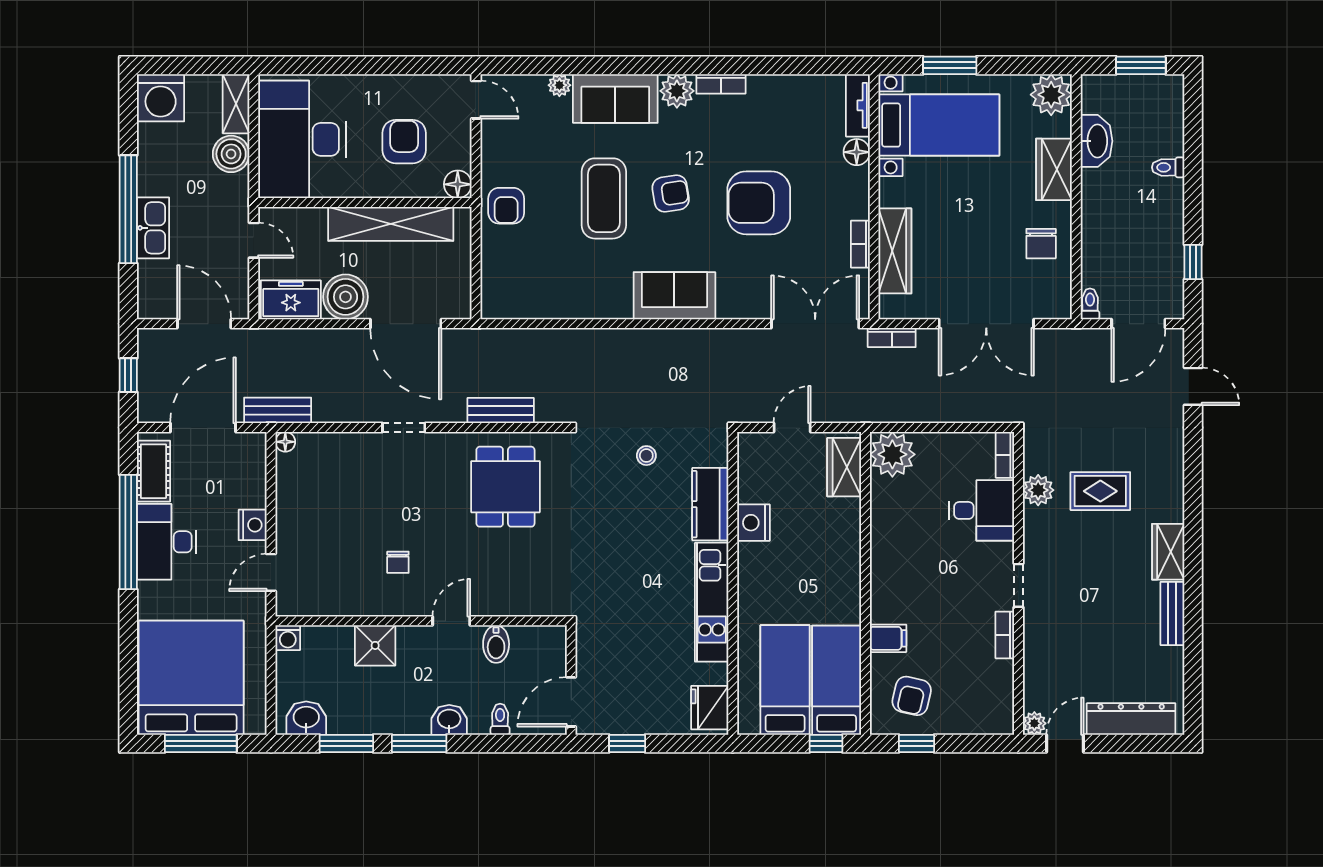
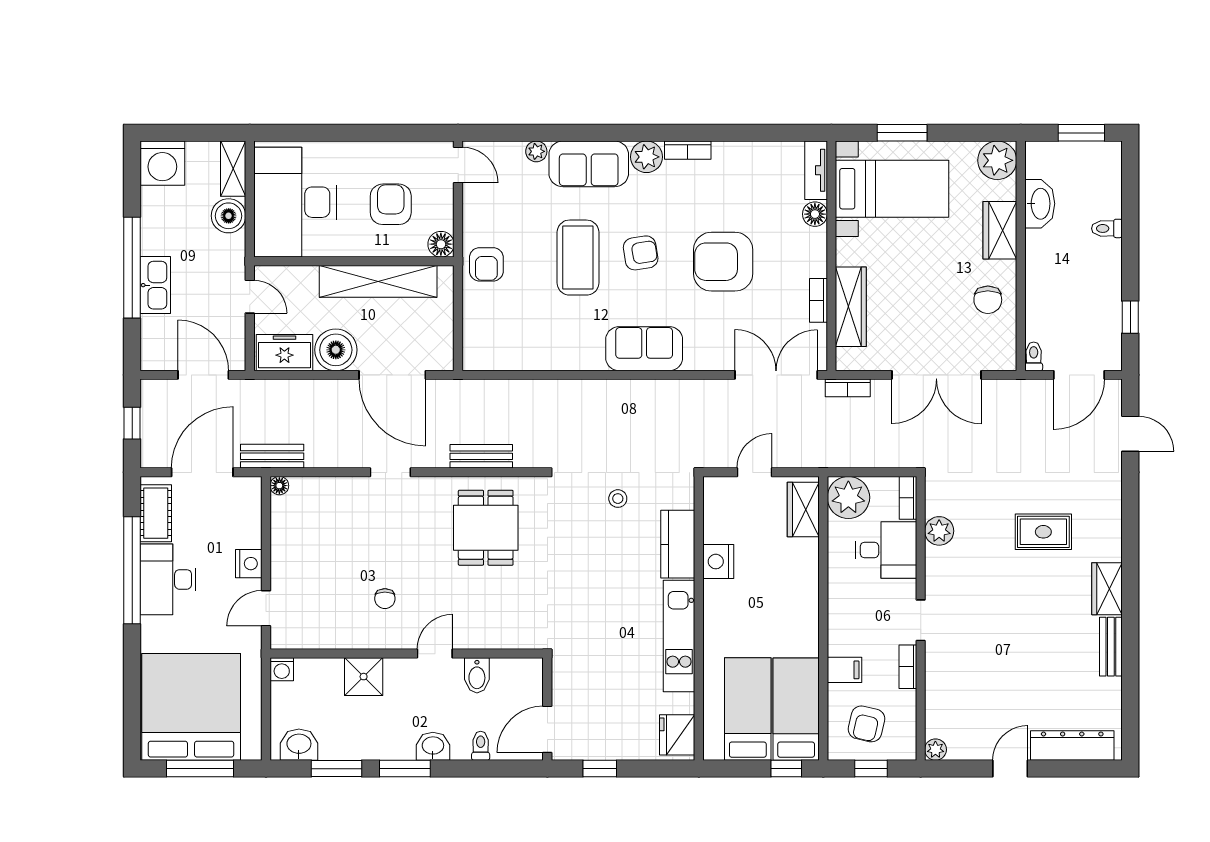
bookcase: (1005, 455) -> (908, 498), moved
plant: (1038, 490) -> (939, 531), moved
desk: (981, 510) -> (886, 550), moved
wall: (1018, 583) -> (921, 618), moved
doorway: (1018, 585) -> (921, 620), moved
bookcase: (1005, 635) -> (908, 667), moved
plant: (1034, 723) -> (935, 750), moved

